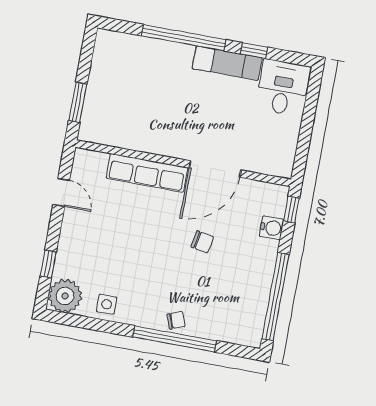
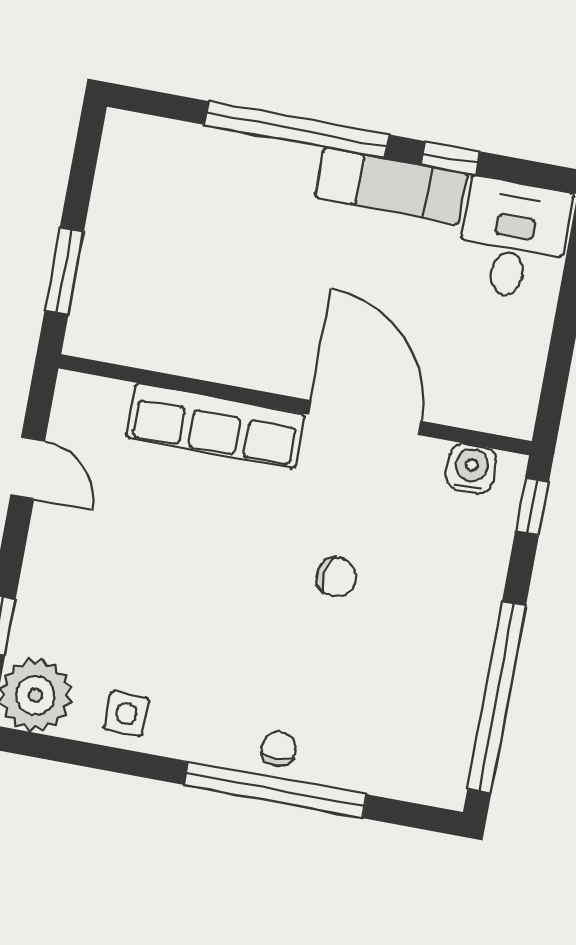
door: (215, 169) -> (365, 418), swing flipped
water cooler: (272, 228) -> (471, 469), moved, turned -90
chair: (176, 320) -> (279, 749), turned -69

